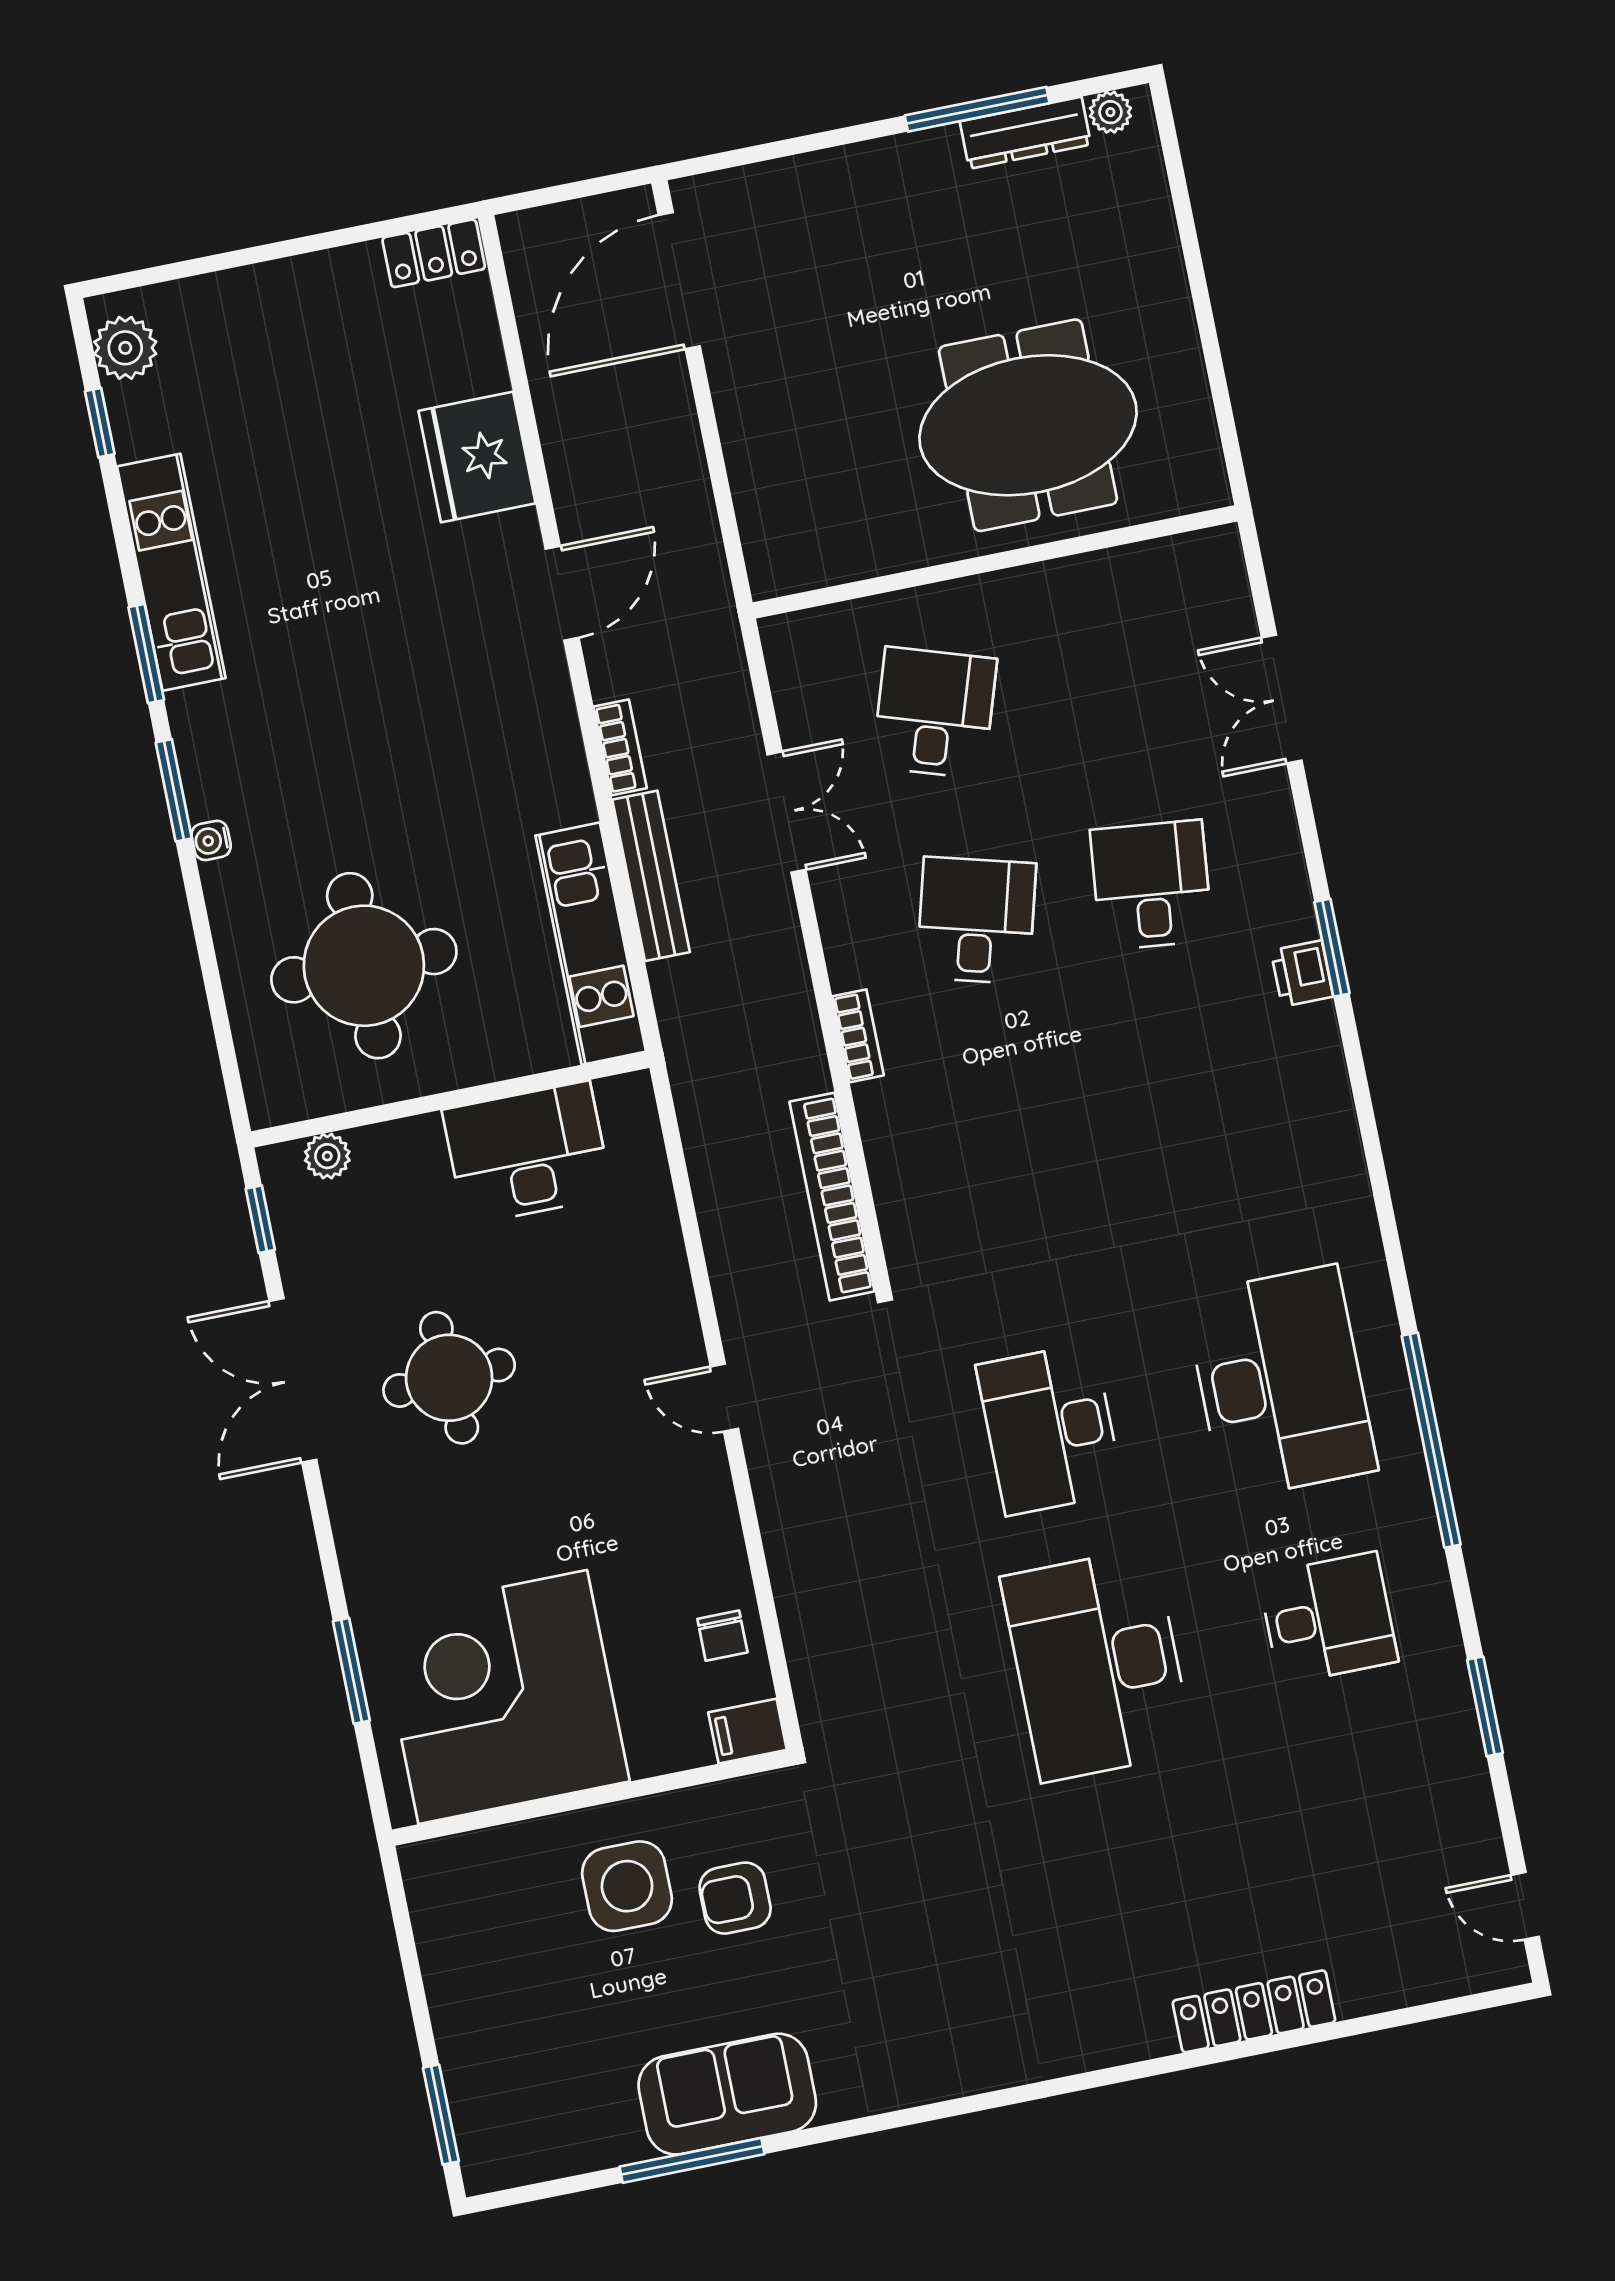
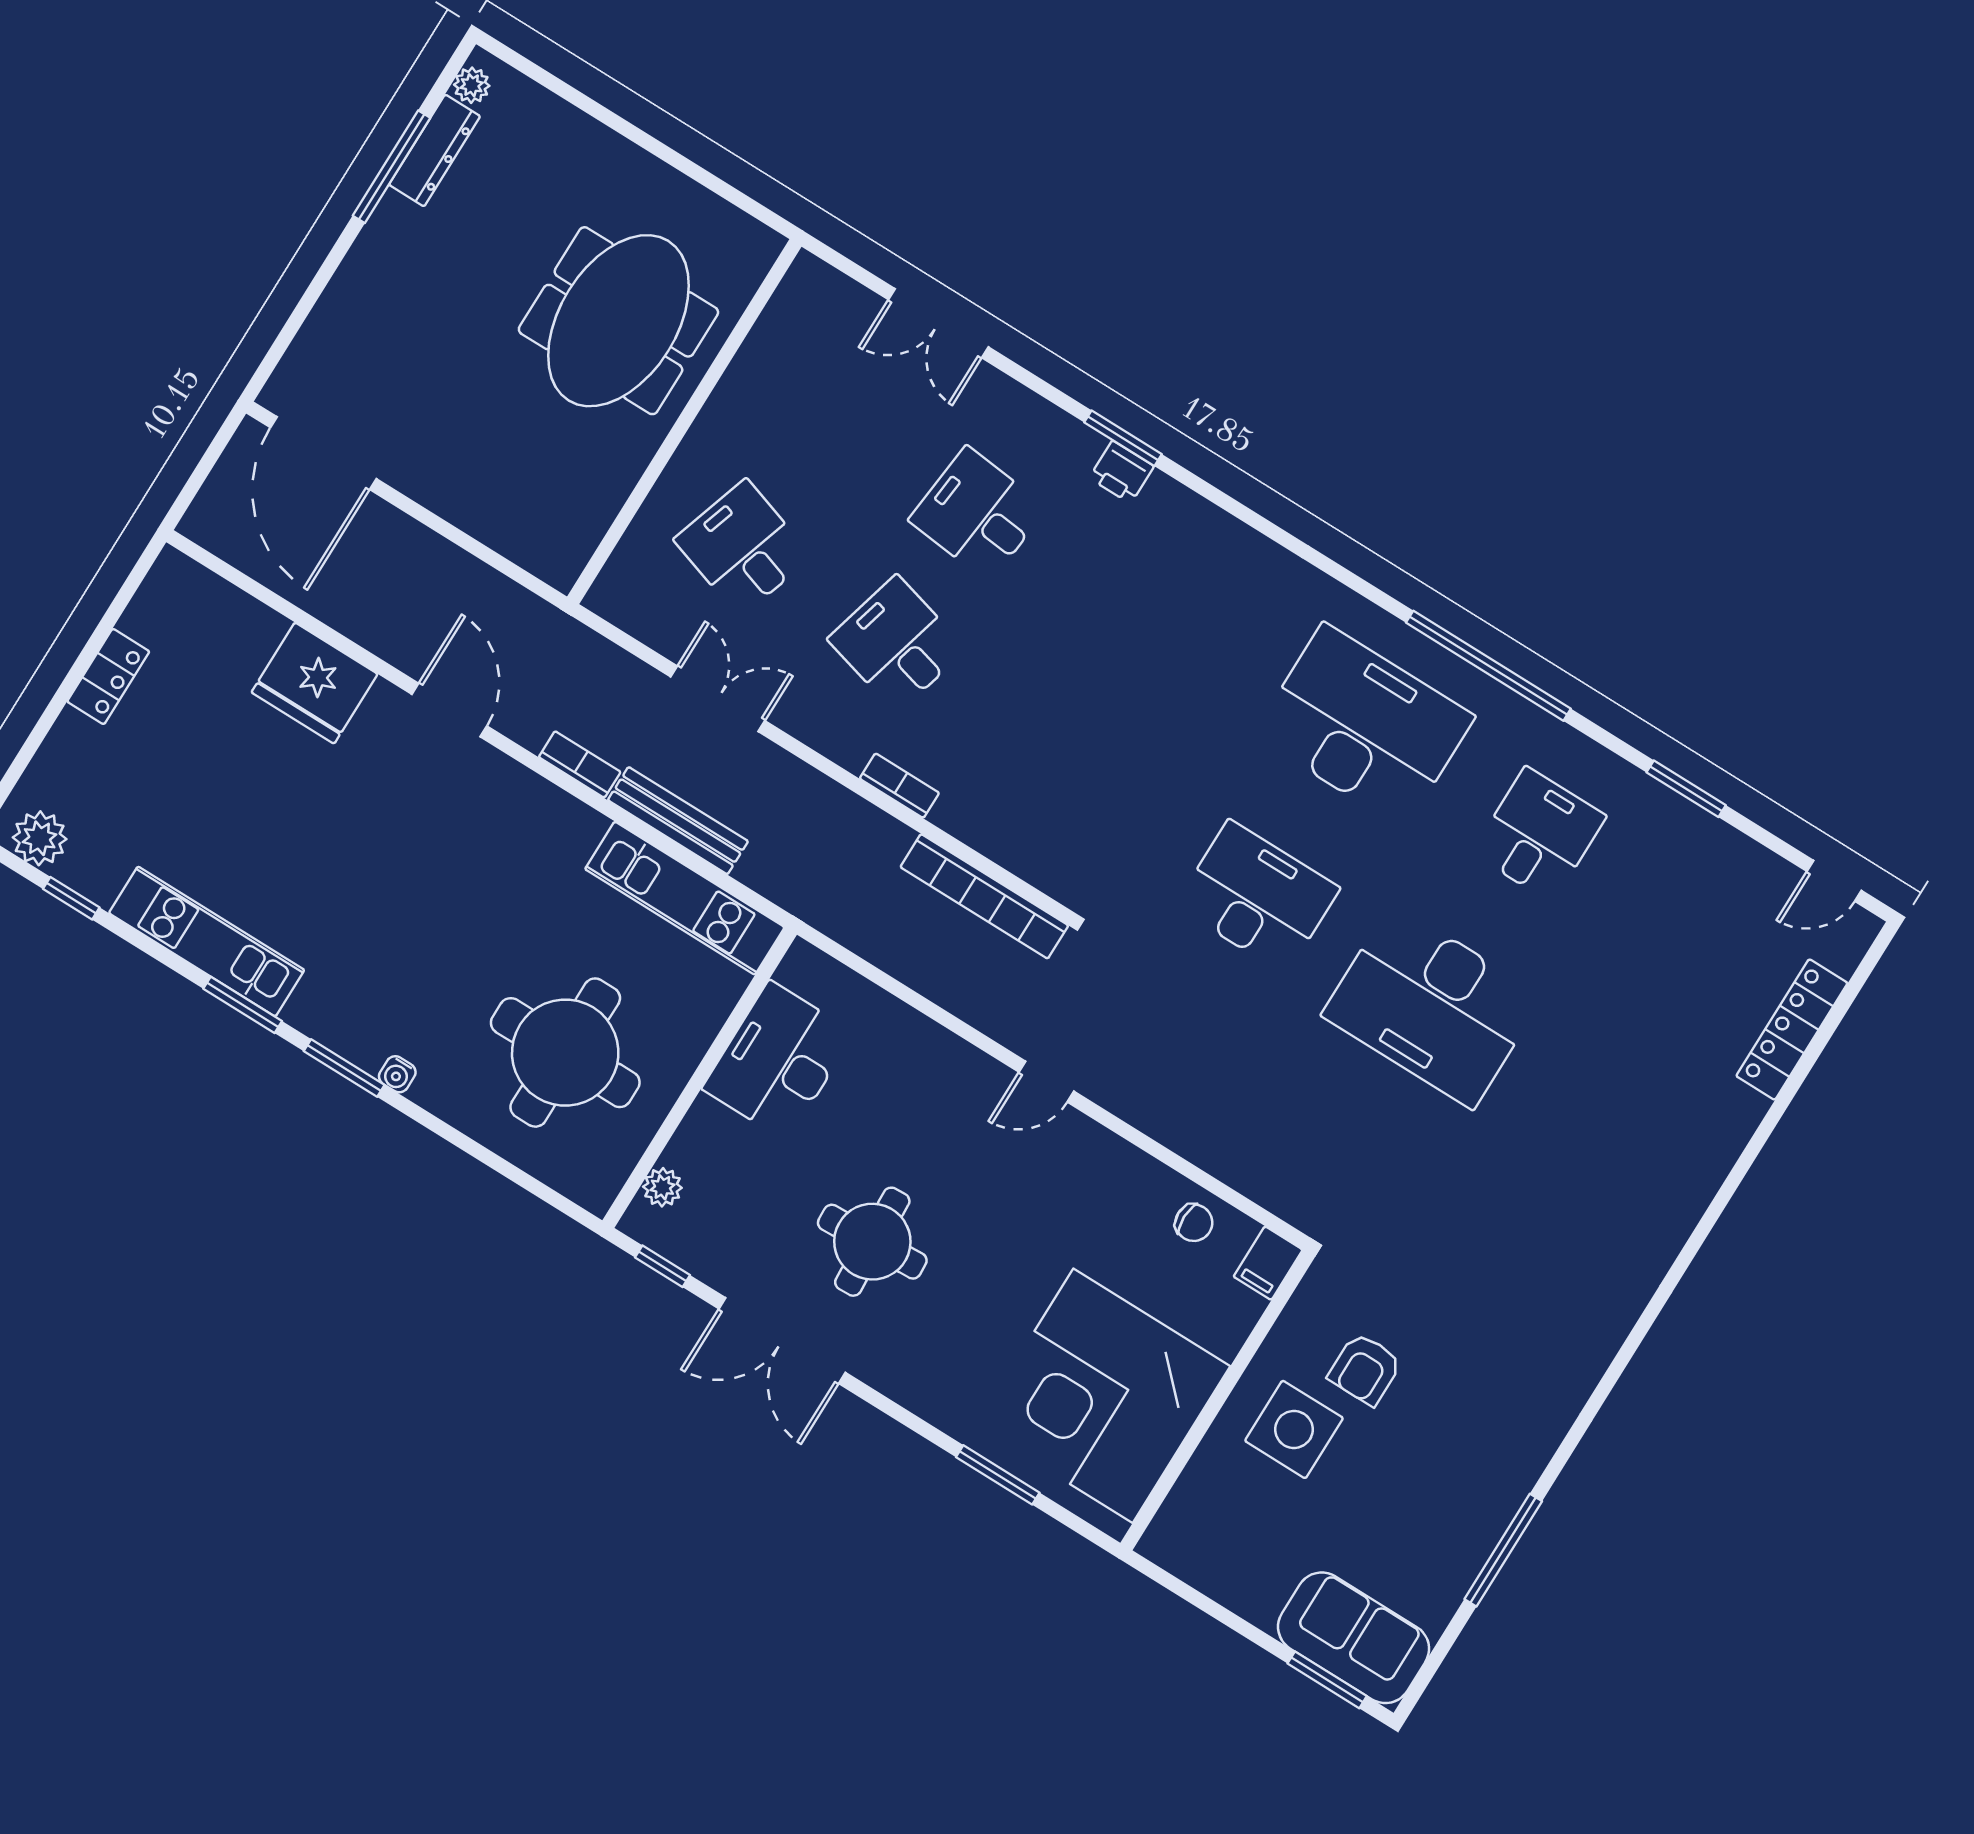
locker: (434, 253) -> (108, 677), moved
desk: (1050, 1429) -> (1257, 897), turned 180
locker: (1254, 2011) -> (1792, 1030), moved
sofa: (727, 2094) -> (1354, 1638), moved, turned 90

